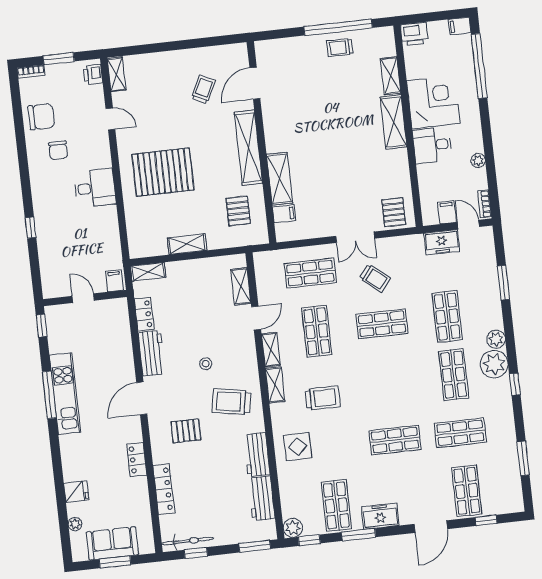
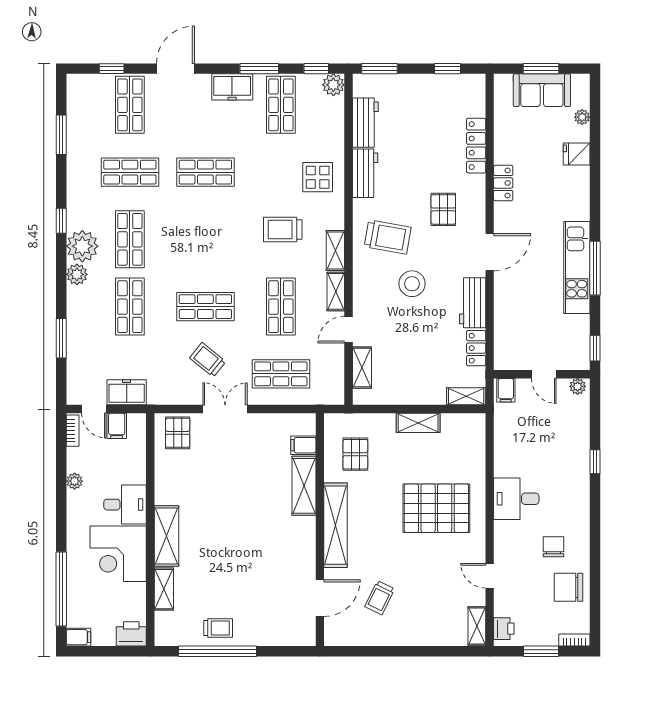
plant: (53, 291) -> (578, 386), added
stool: (206, 364) -> (412, 284), width x1.89, depth x1.89
pallet: (186, 431) -> (443, 209), turned 90
bicycle: (188, 541) -> (455, 83), removed

